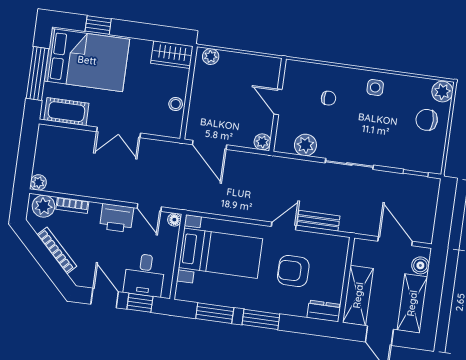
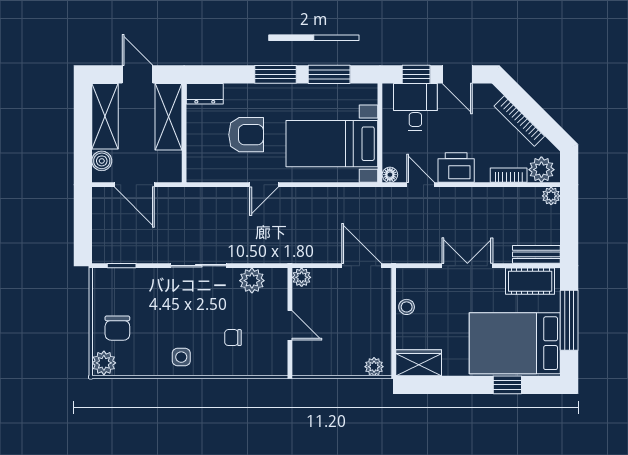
chair: (427, 120) -> (117, 328), turned 90
bench: (318, 221) -> (536, 254), moved

